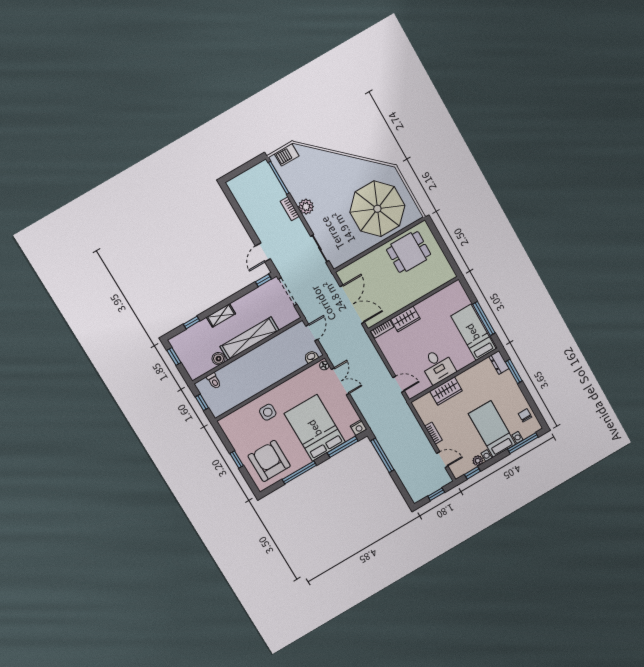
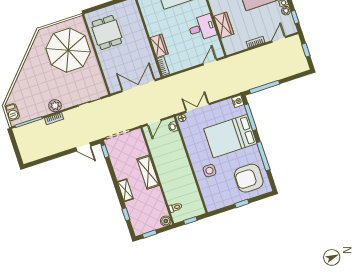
door: (312, 333) -> (154, 122), swing flipped
shelving: (249, 338) -> (148, 172), width x0.68
boiler: (219, 359) -> (166, 221), moved

